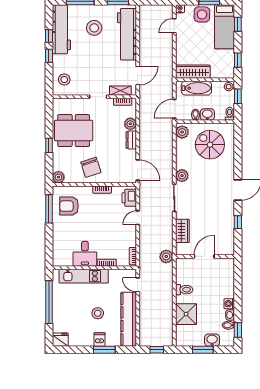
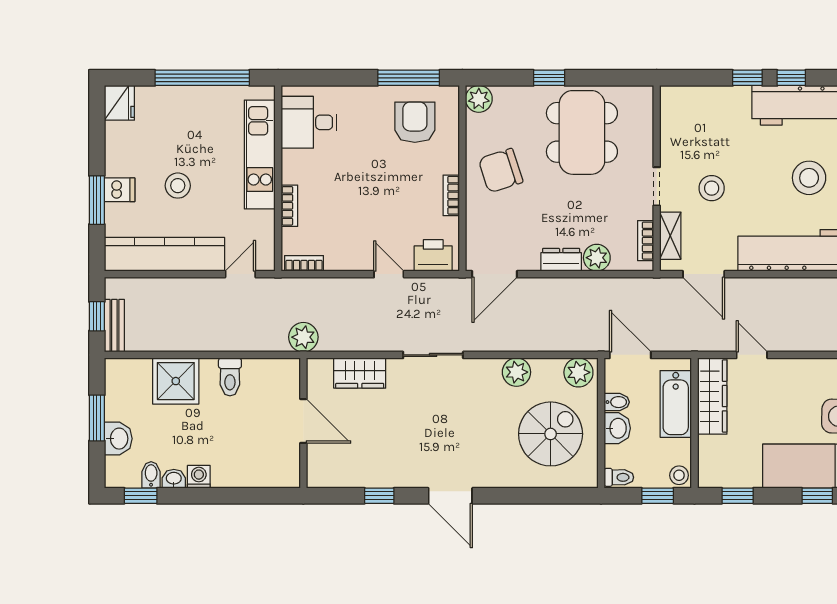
door: (174, 26) -> (752, 355), moved
stool: (64, 80) -> (712, 188), moved
plant: (182, 176) -> (516, 372), moved
desk: (85, 254) -> (309, 122), moved
bench: (161, 342) -> (114, 326), added

